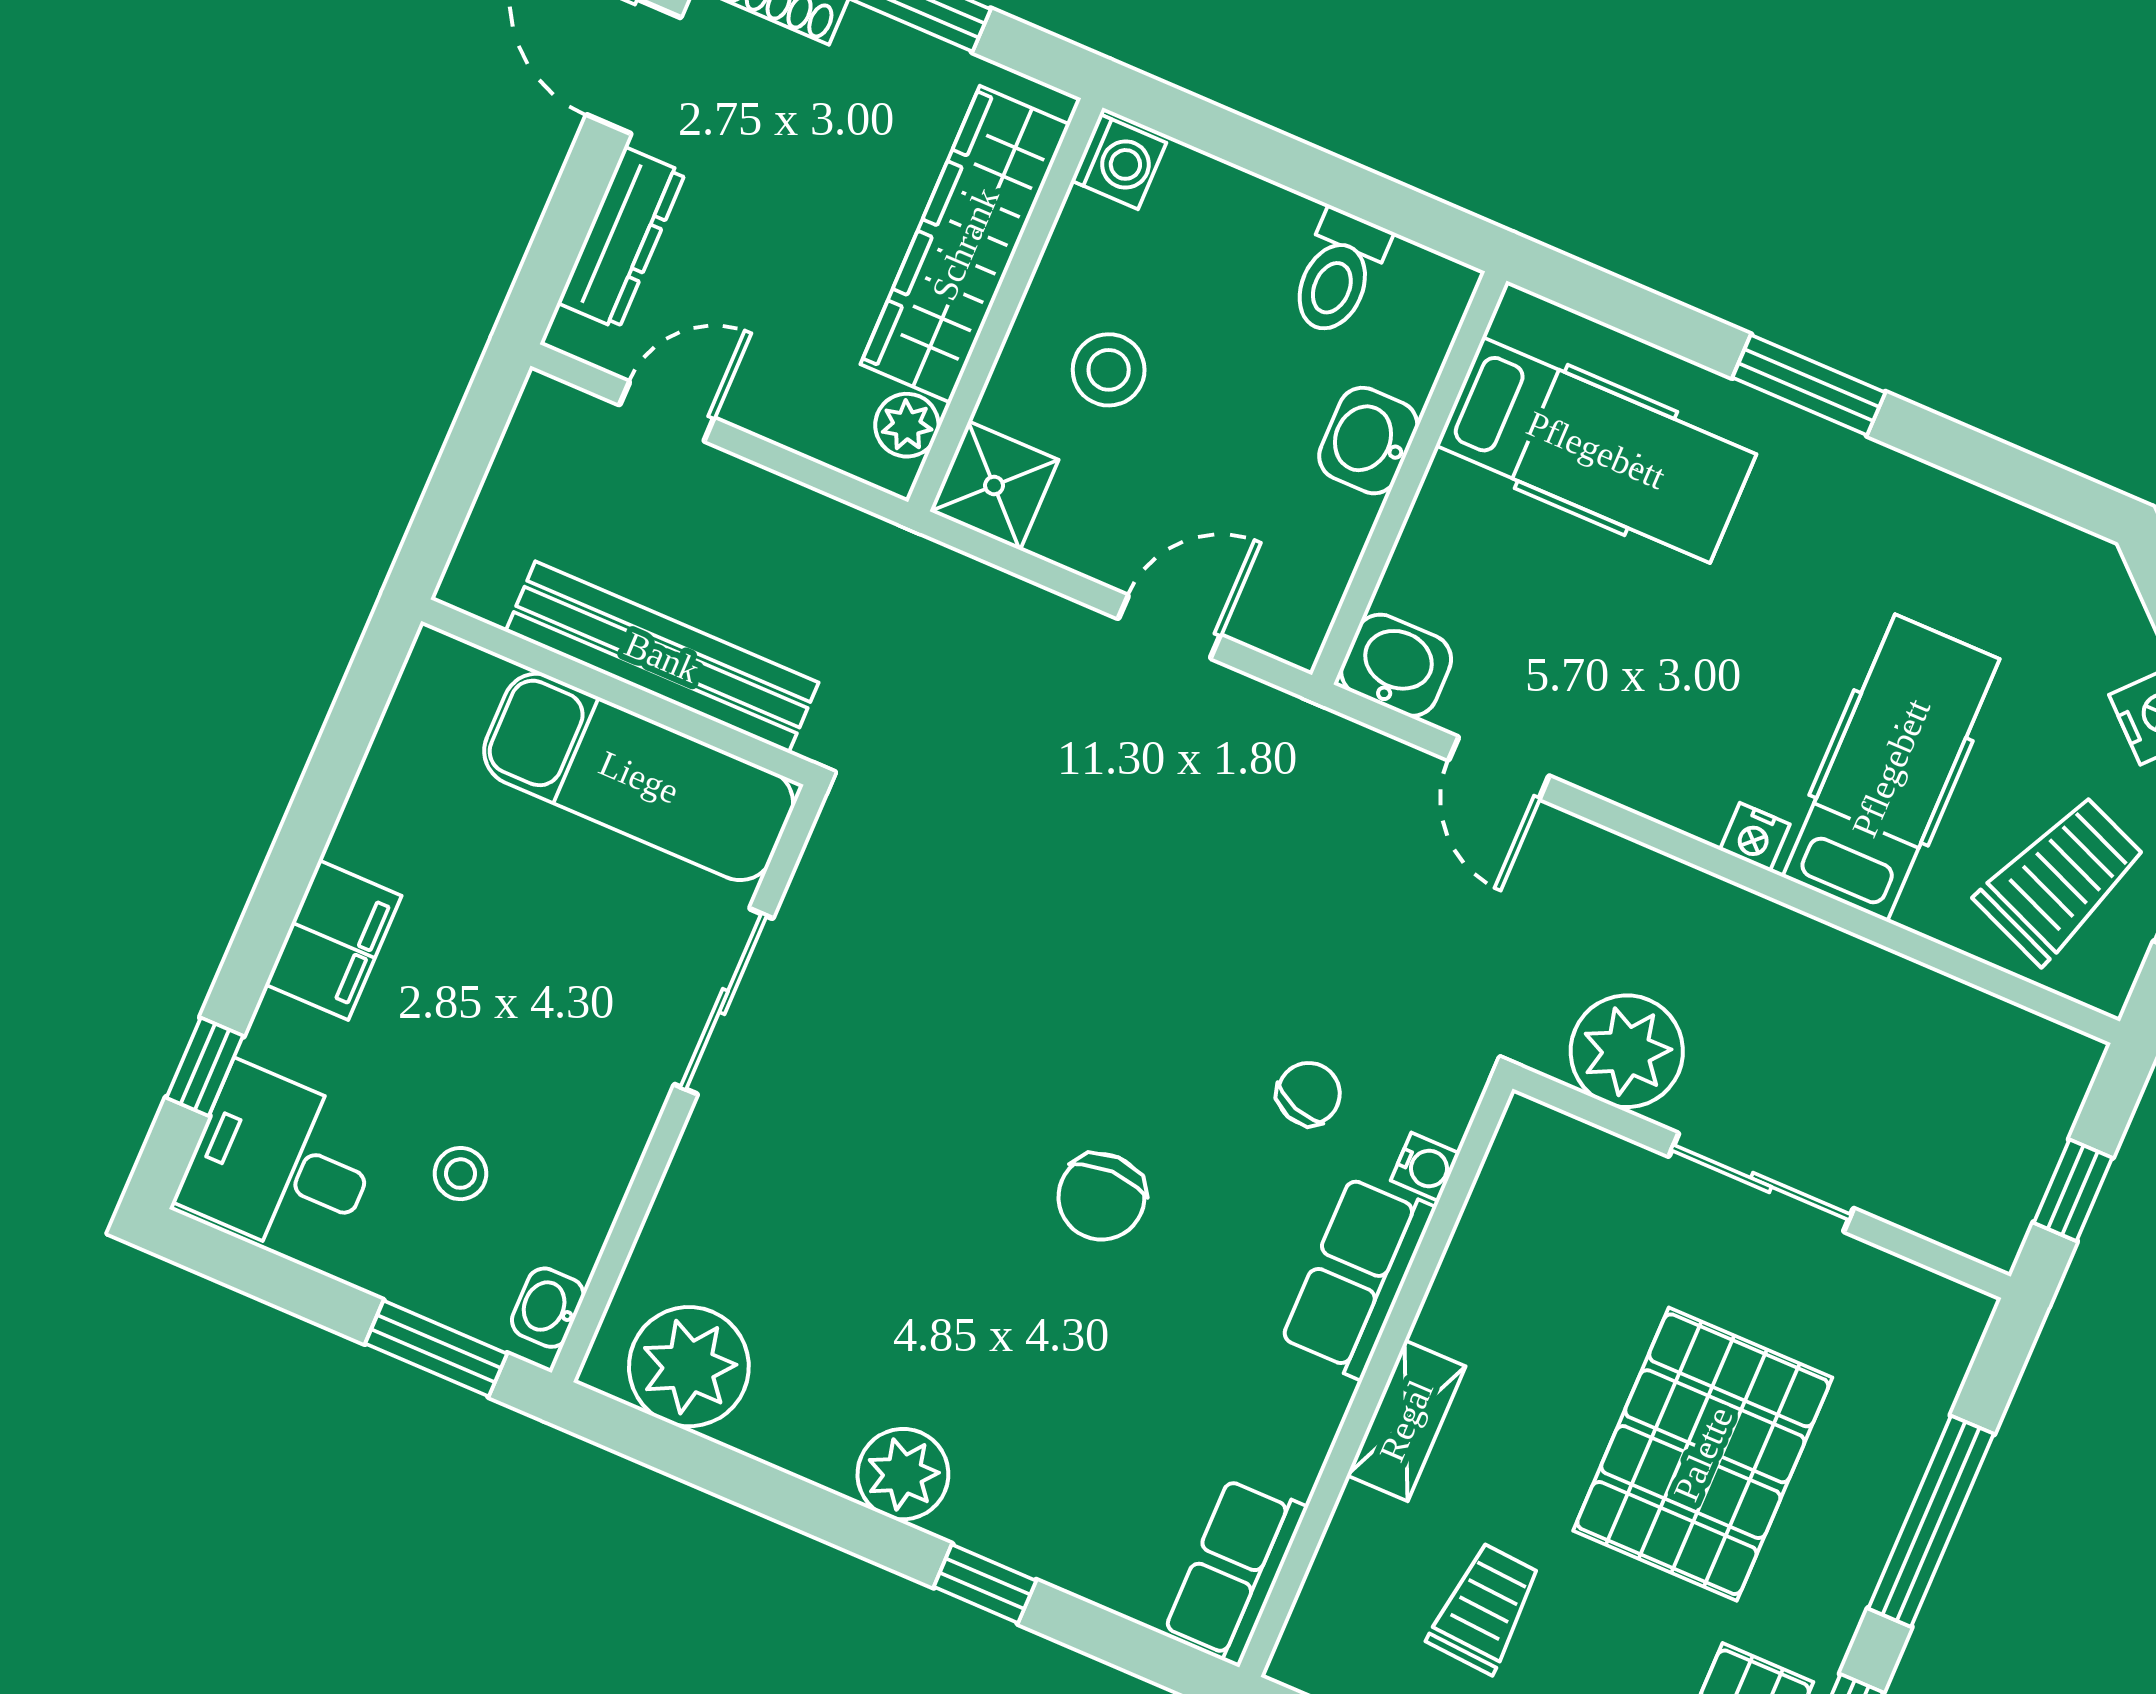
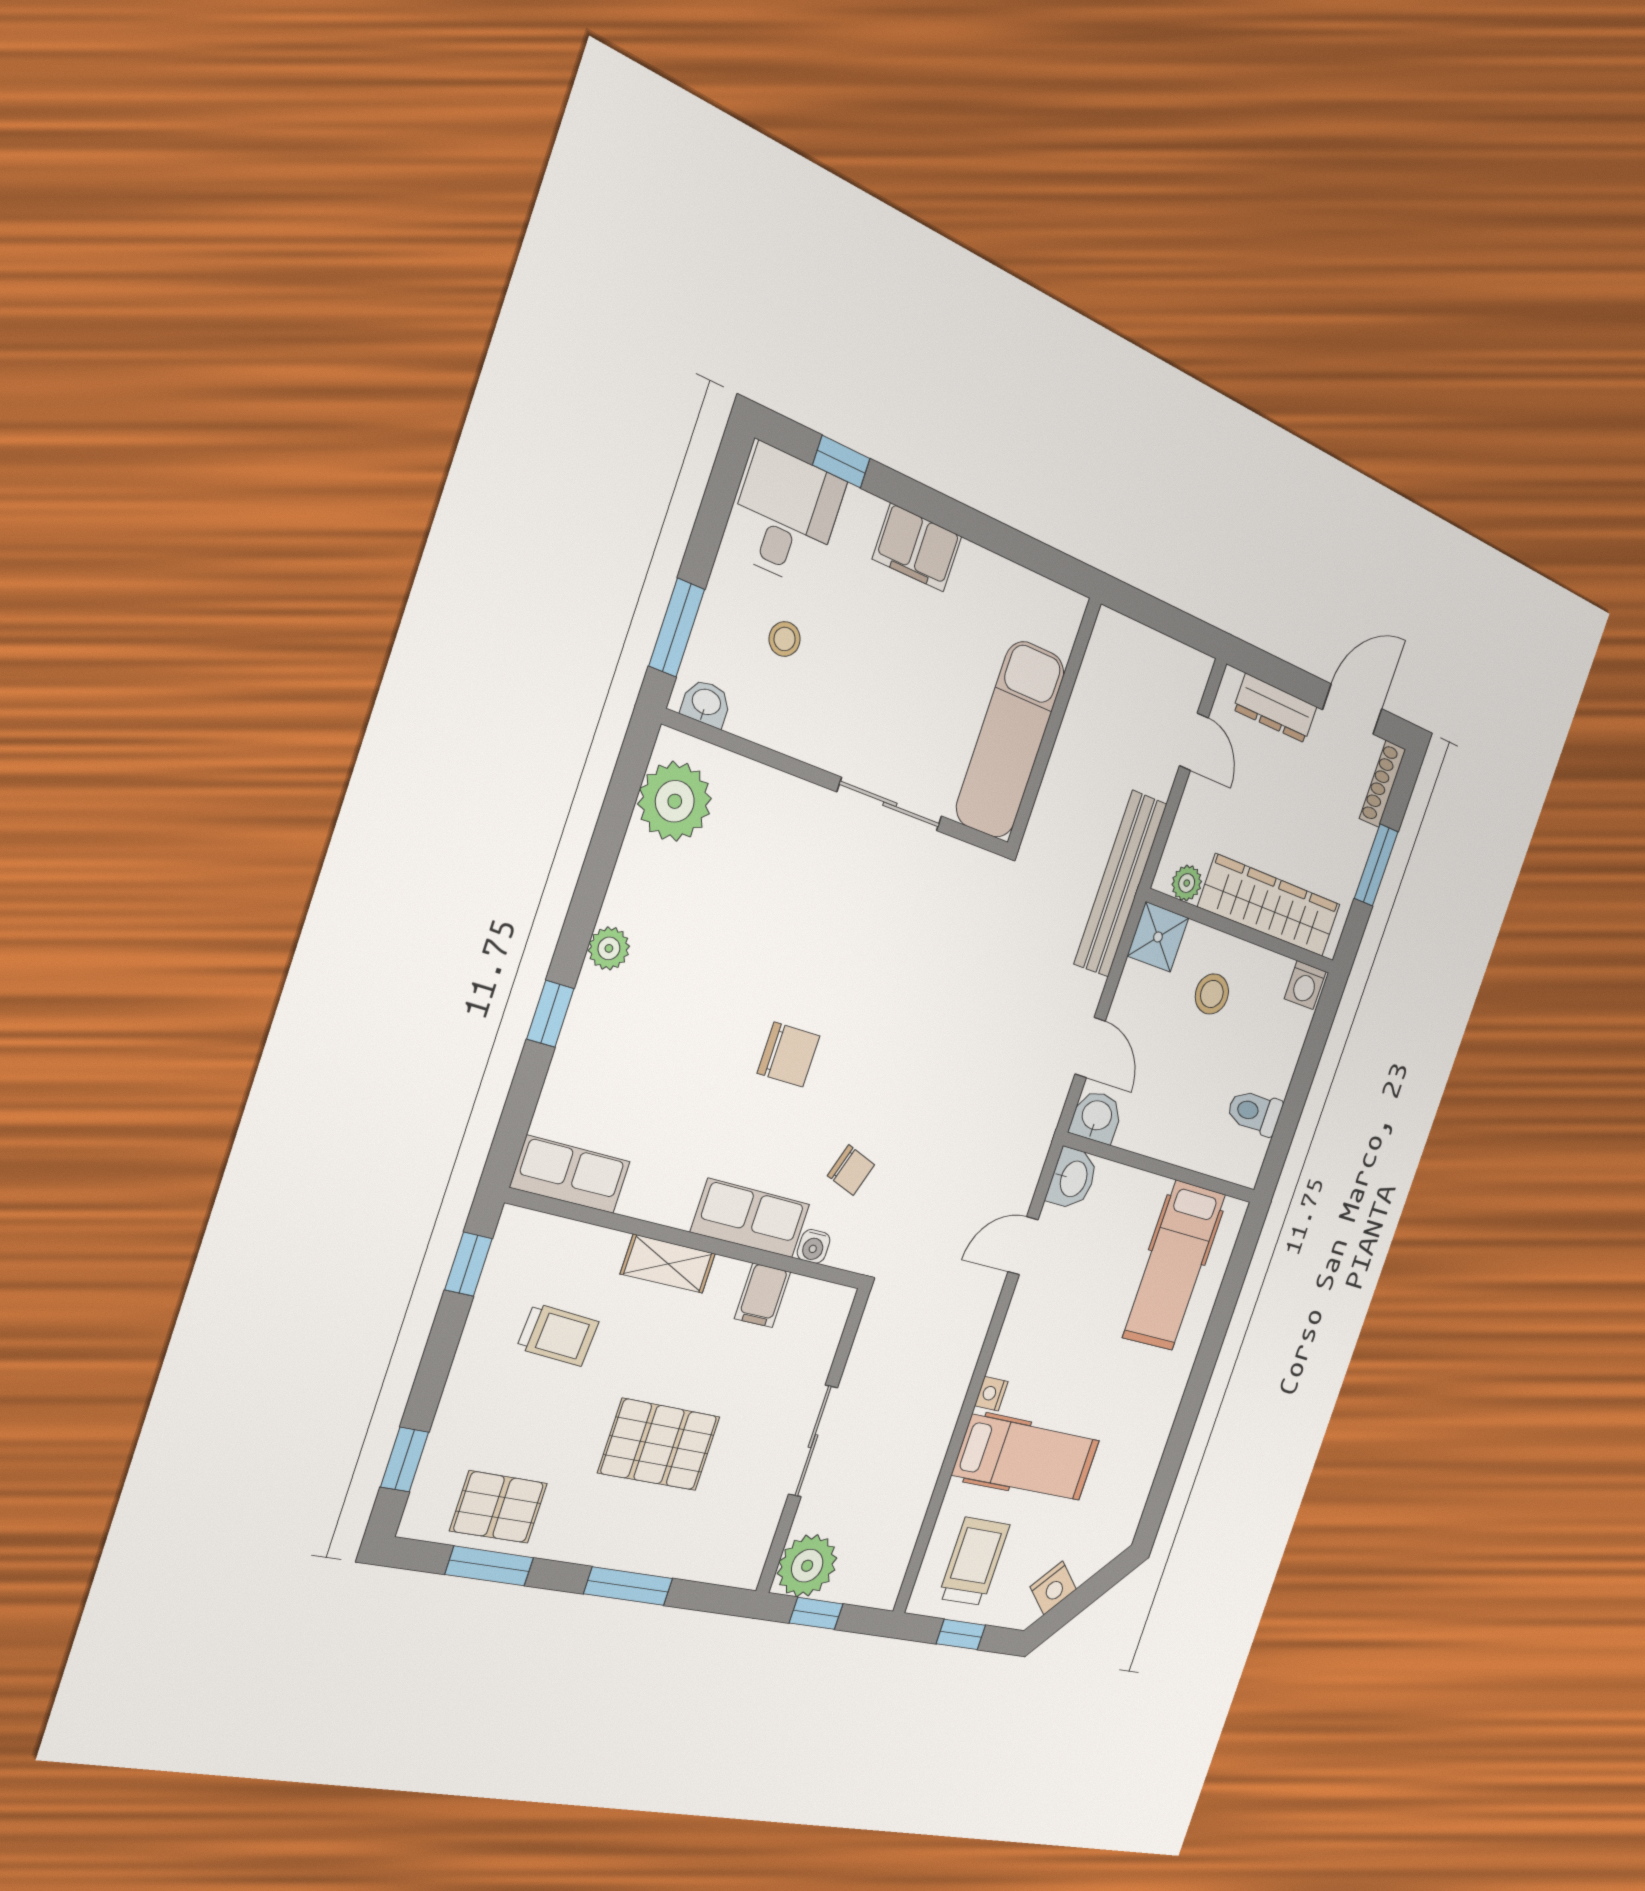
window: (1809, 385) -> (1203, 1369), removed
washbasin: (1368, 441) -> (1096, 1117), moved
bench: (662, 657) -> (1120, 884), moved
trolley: (2061, 879) -> (974, 1561), turned -112
plant: (1627, 1051) -> (807, 1566), moved
chair: (1101, 1197) -> (789, 1055), turned 180
filing cabinet: (1490, 1262) -> (763, 1295), added
pallet: (1703, 1454) -> (659, 1445), width x0.73, depth x0.71
plant: (903, 1474) -> (609, 948), width x0.73, depth x0.73
window: (1931, 1521) -> (628, 1586), width x0.69

